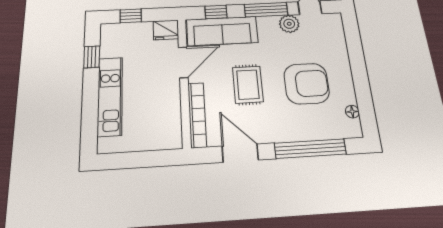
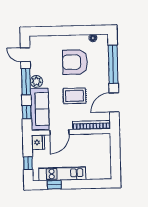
plant: (289, 24) -> (36, 81), moved
door: (183, 62) -> (59, 132), swing flipped
armchair: (307, 84) -> (75, 62), turned -90
kitchen unit: (110, 96) -> (62, 174), moved

